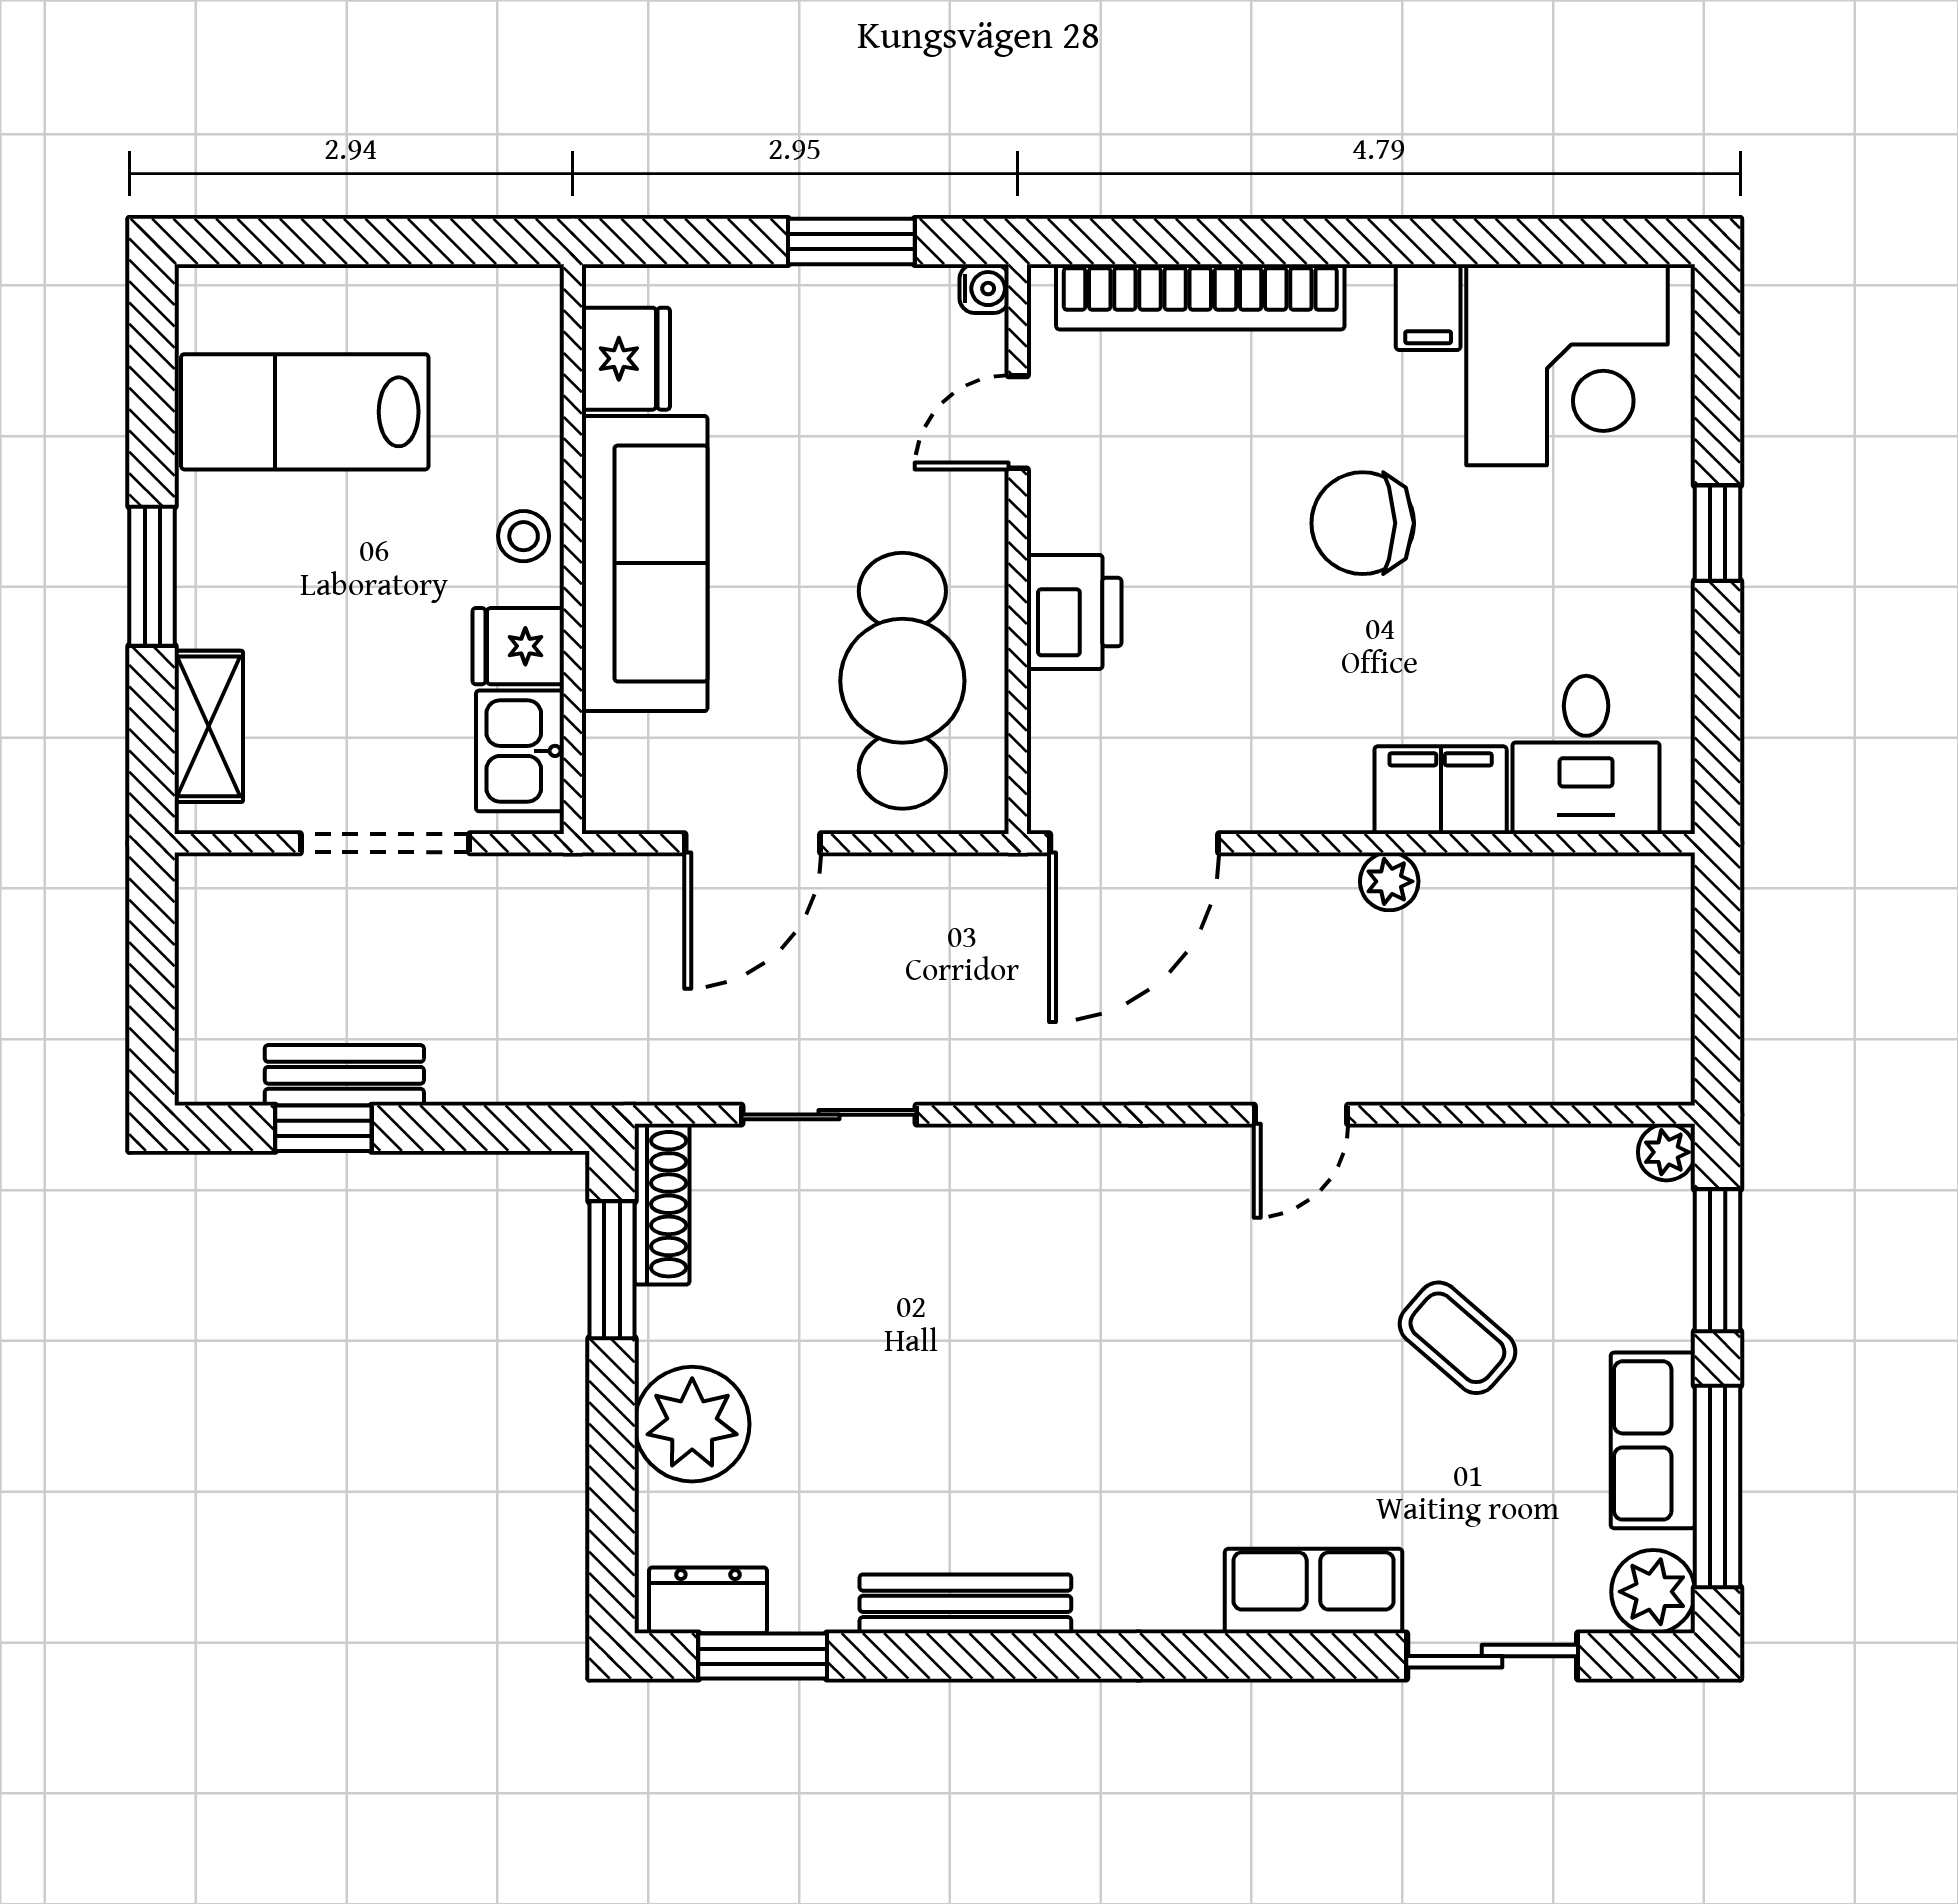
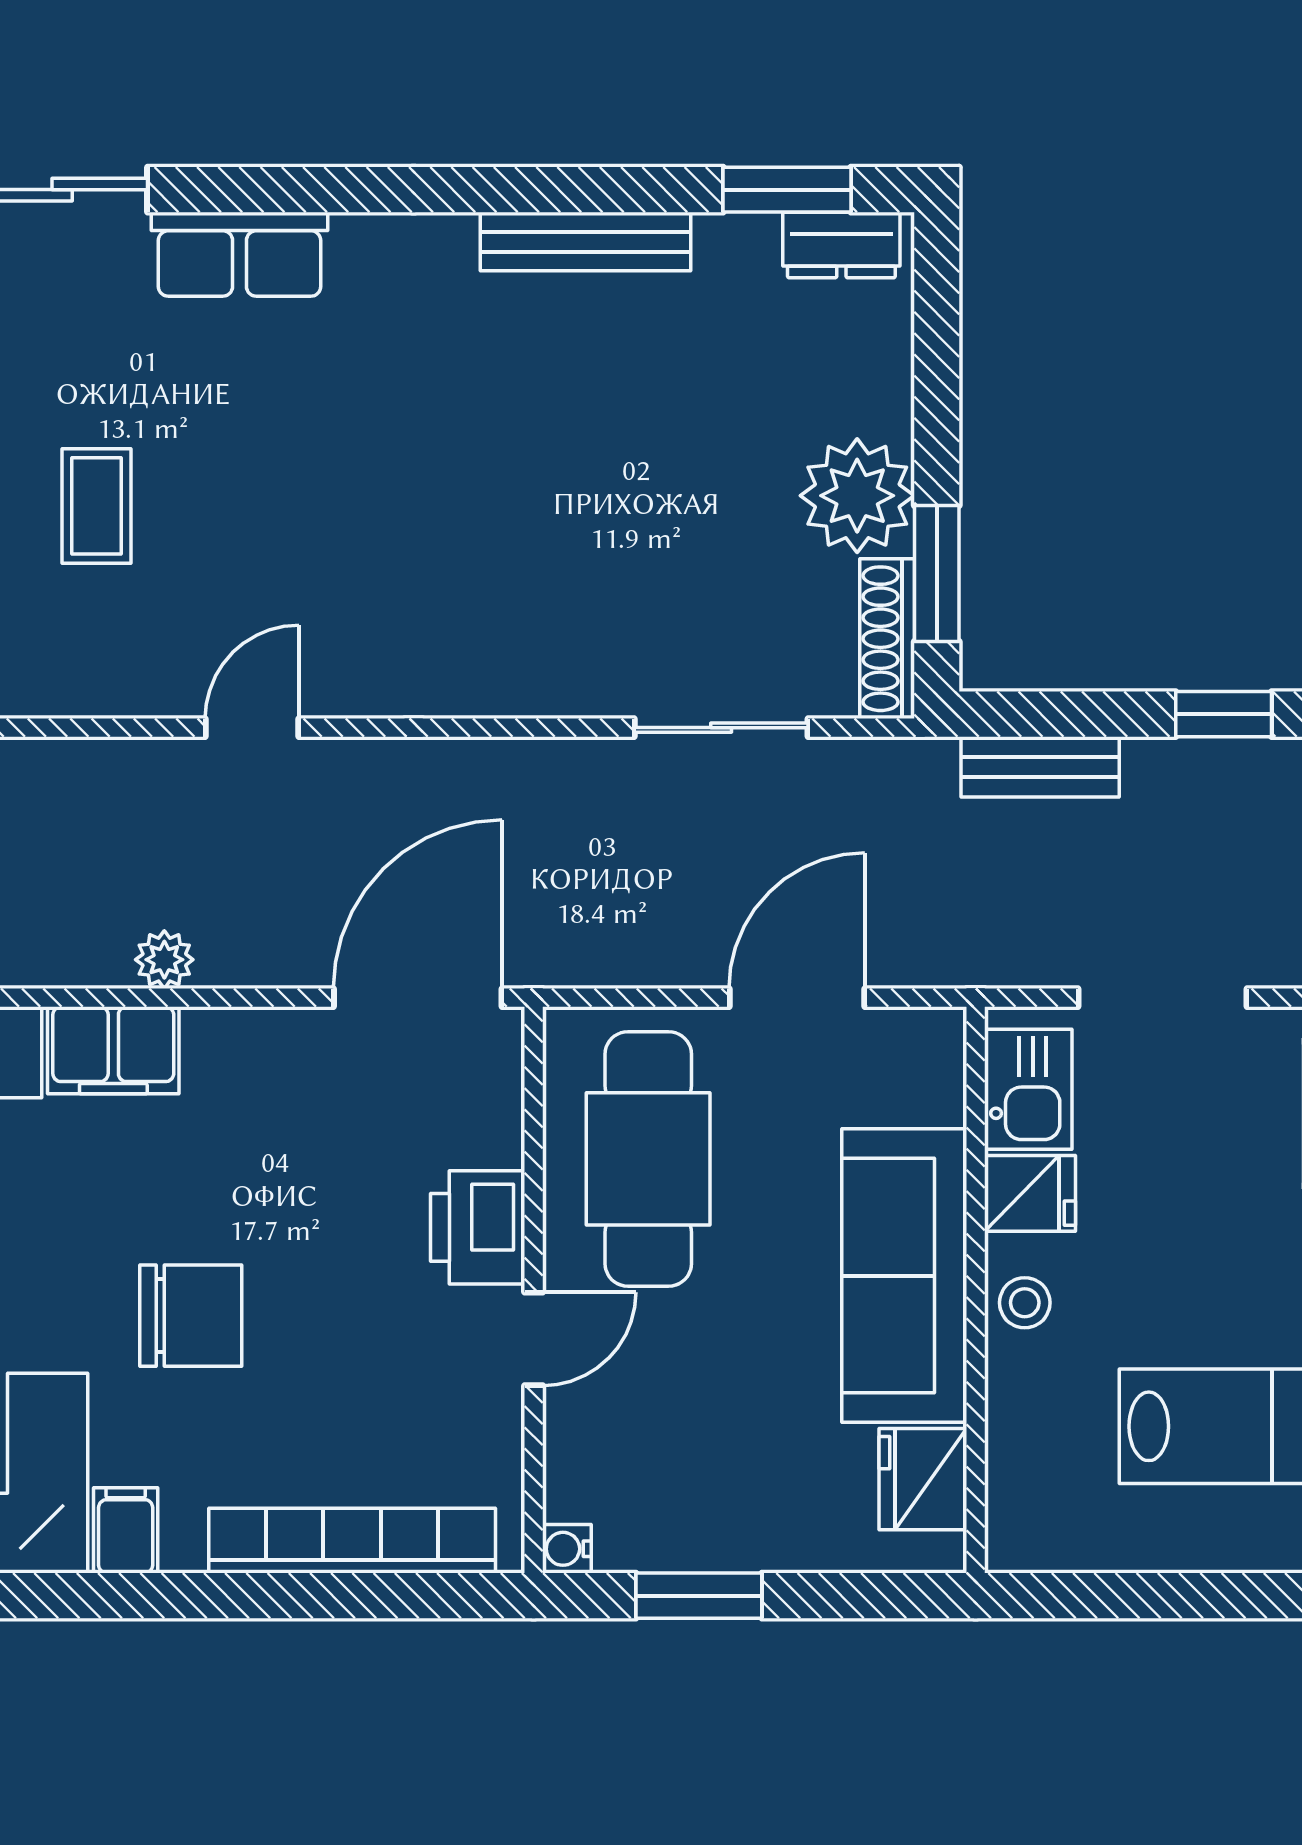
door: (1018, 422) -> (534, 1339), moved
bench: (344, 1075) -> (1040, 767), moved
coffee table: (1457, 1338) -> (96, 506), turned 49
plant: (692, 1424) -> (857, 496), moved

